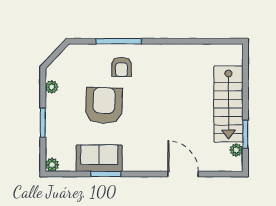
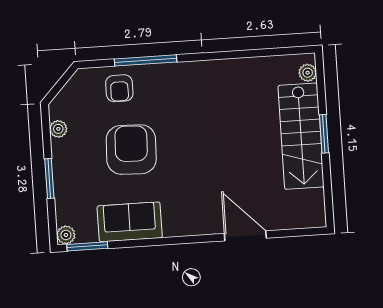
armchair: (121, 67) -> (119, 88), moved
window: (245, 134) -> (324, 134), moved
plant: (236, 150) -> (308, 73), moved
window: (106, 174) -> (87, 246), moved

